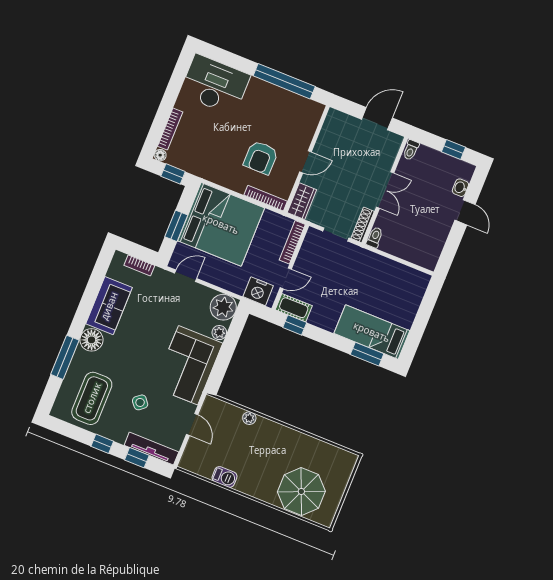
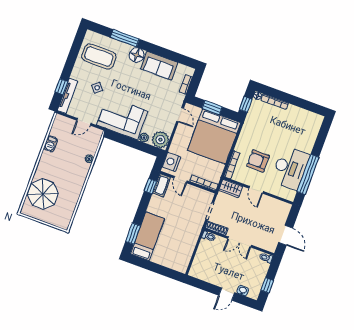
desk: (215, 85) -> (290, 168), moved
window: (102, 444) -> (70, 64), removed

